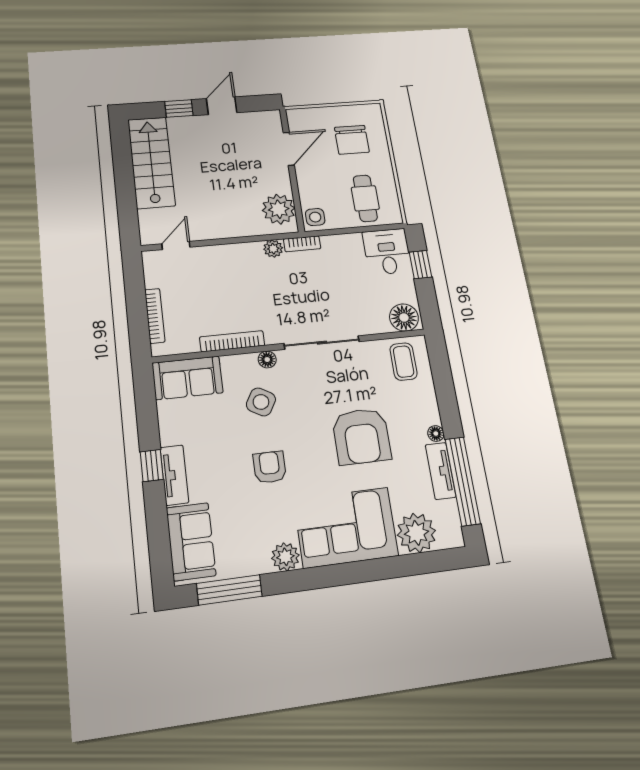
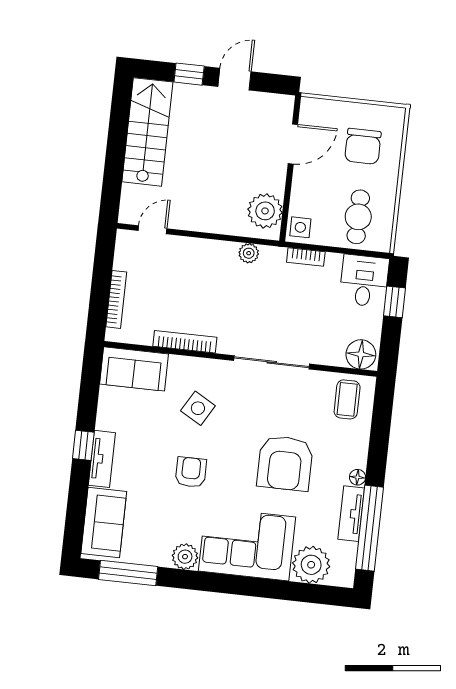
bookcase: (302, 244) -> (306, 257), moved
floor lamp: (267, 360) -> (214, 368), removed

